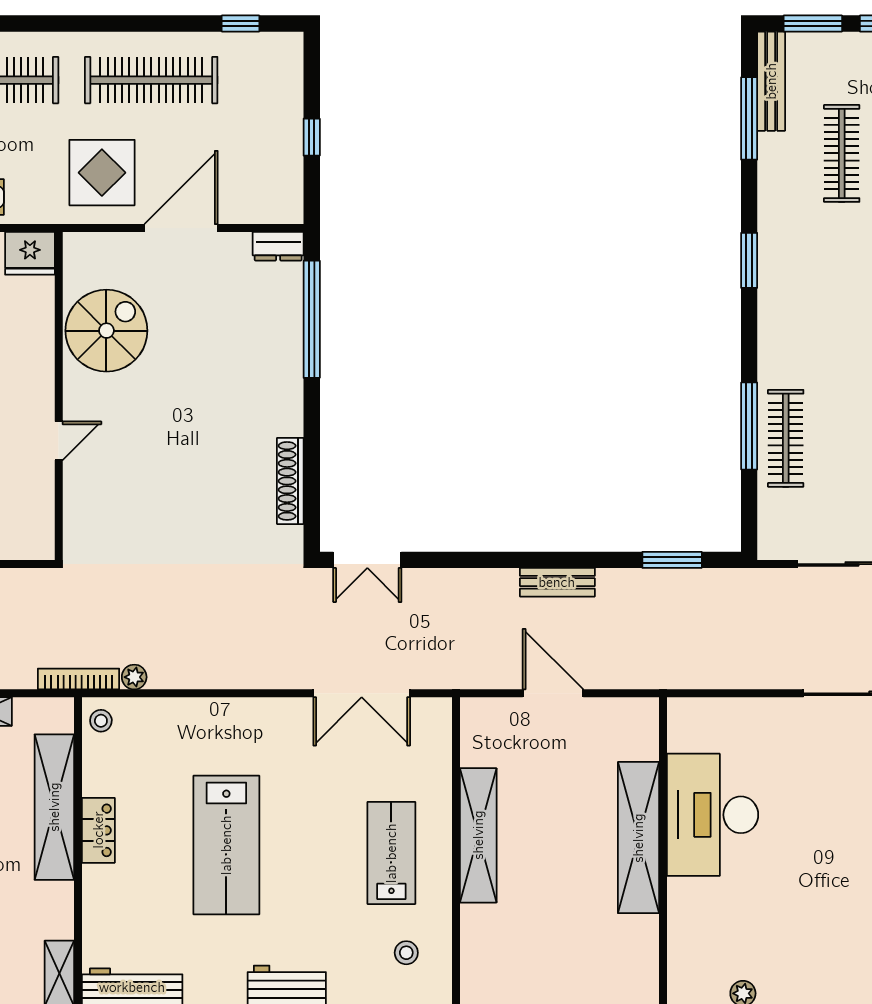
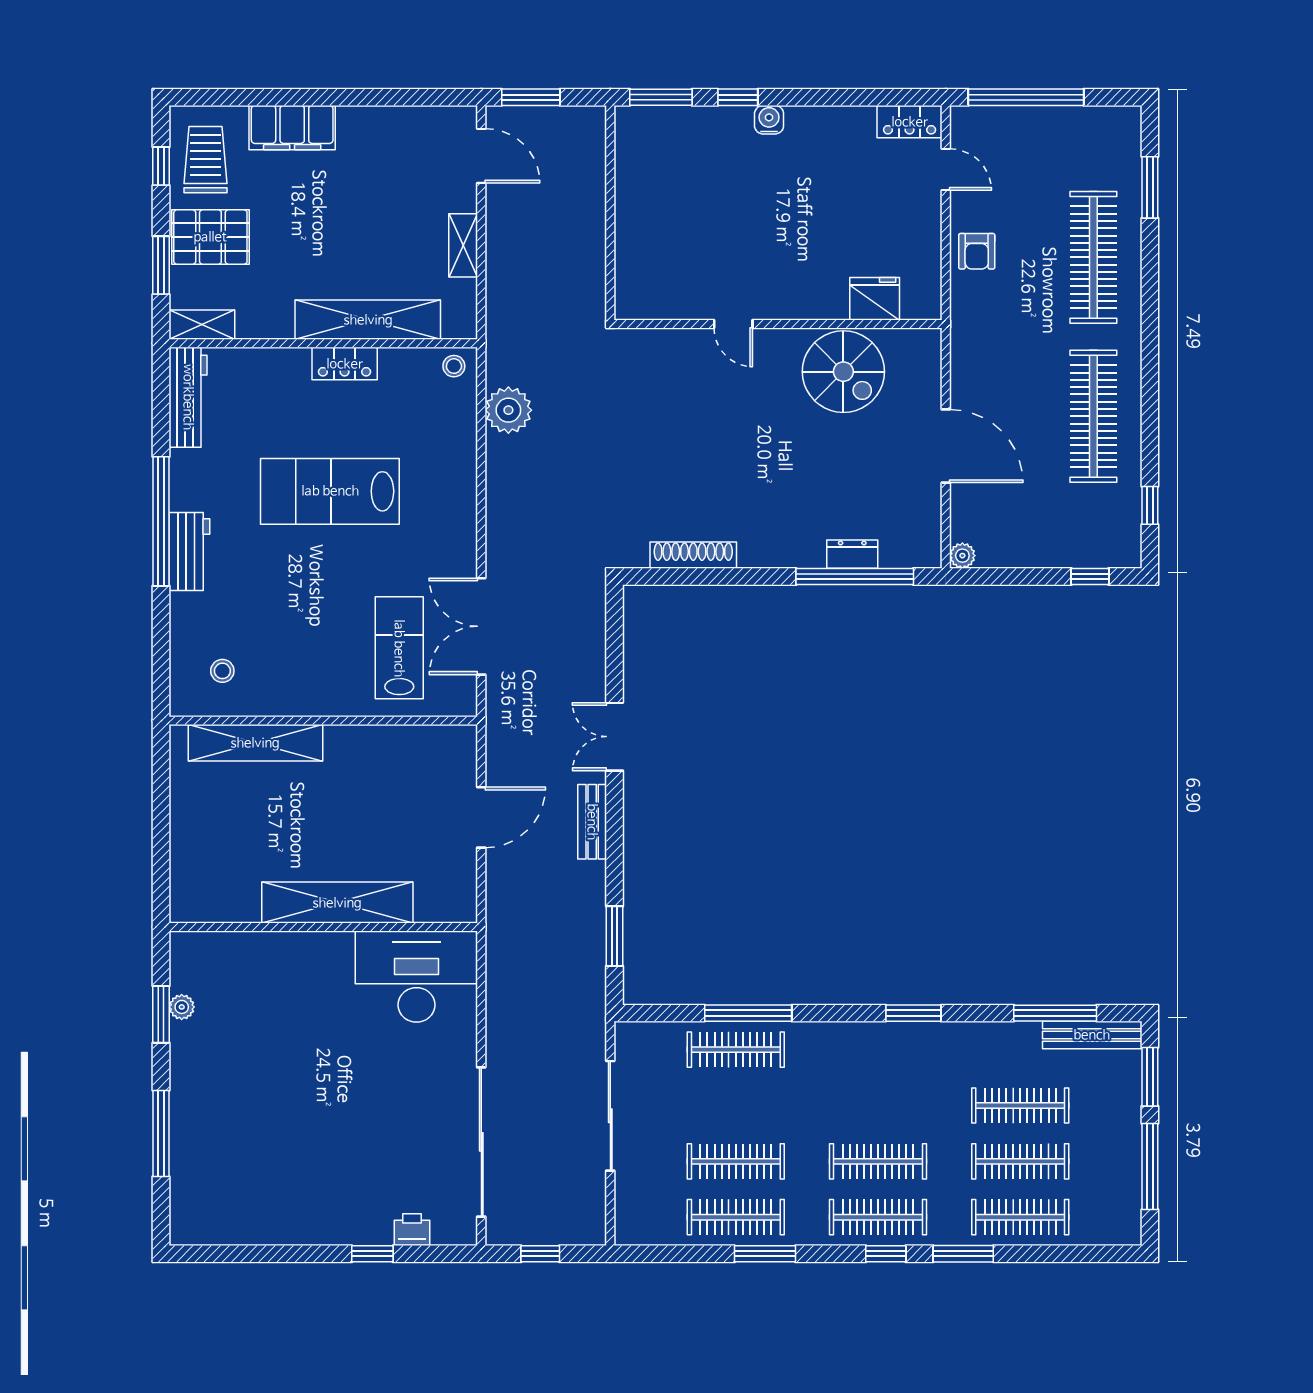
window: (312, 137) -> (1090, 576), moved
display table: (102, 173) -> (1001, 367), removed
plant: (291, 211) -> (962, 556), added
dresser: (278, 246) -> (852, 554), moved, turned 90
fridge: (30, 253) -> (875, 299), moved, turned 90
double door: (367, 560) -> (615, 737), moved
plant: (134, 677) -> (508, 410), width x1.88, depth x1.88
bookcase: (79, 679) -> (496, 344), removed
desk: (713, 815) -> (416, 977), moved
shelving: (478, 835) -> (255, 743), moved
lab bench: (391, 853) -> (399, 648), moved, turned -90

